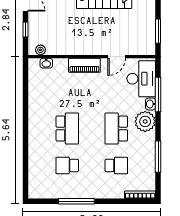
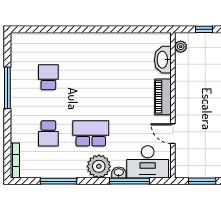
washbasin: (46, 63) -> (163, 60), width x1.91, depth x1.45
school desk: (67, 128) -> (91, 77), removed

